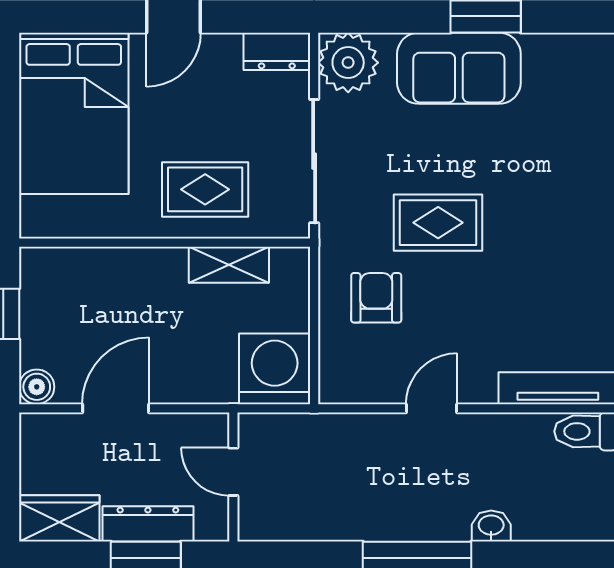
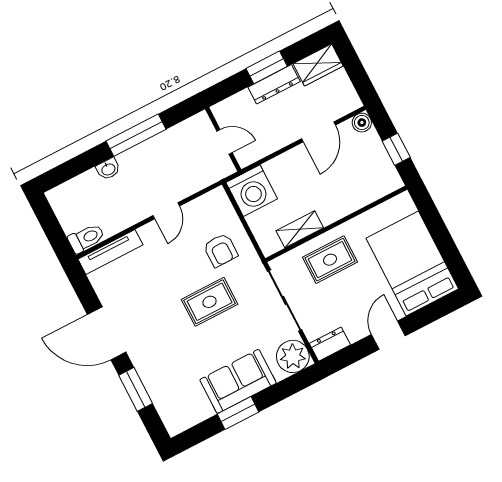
door: (233, 472) -> (225, 142), moved
wall: (233, 477) -> (223, 139), moved

